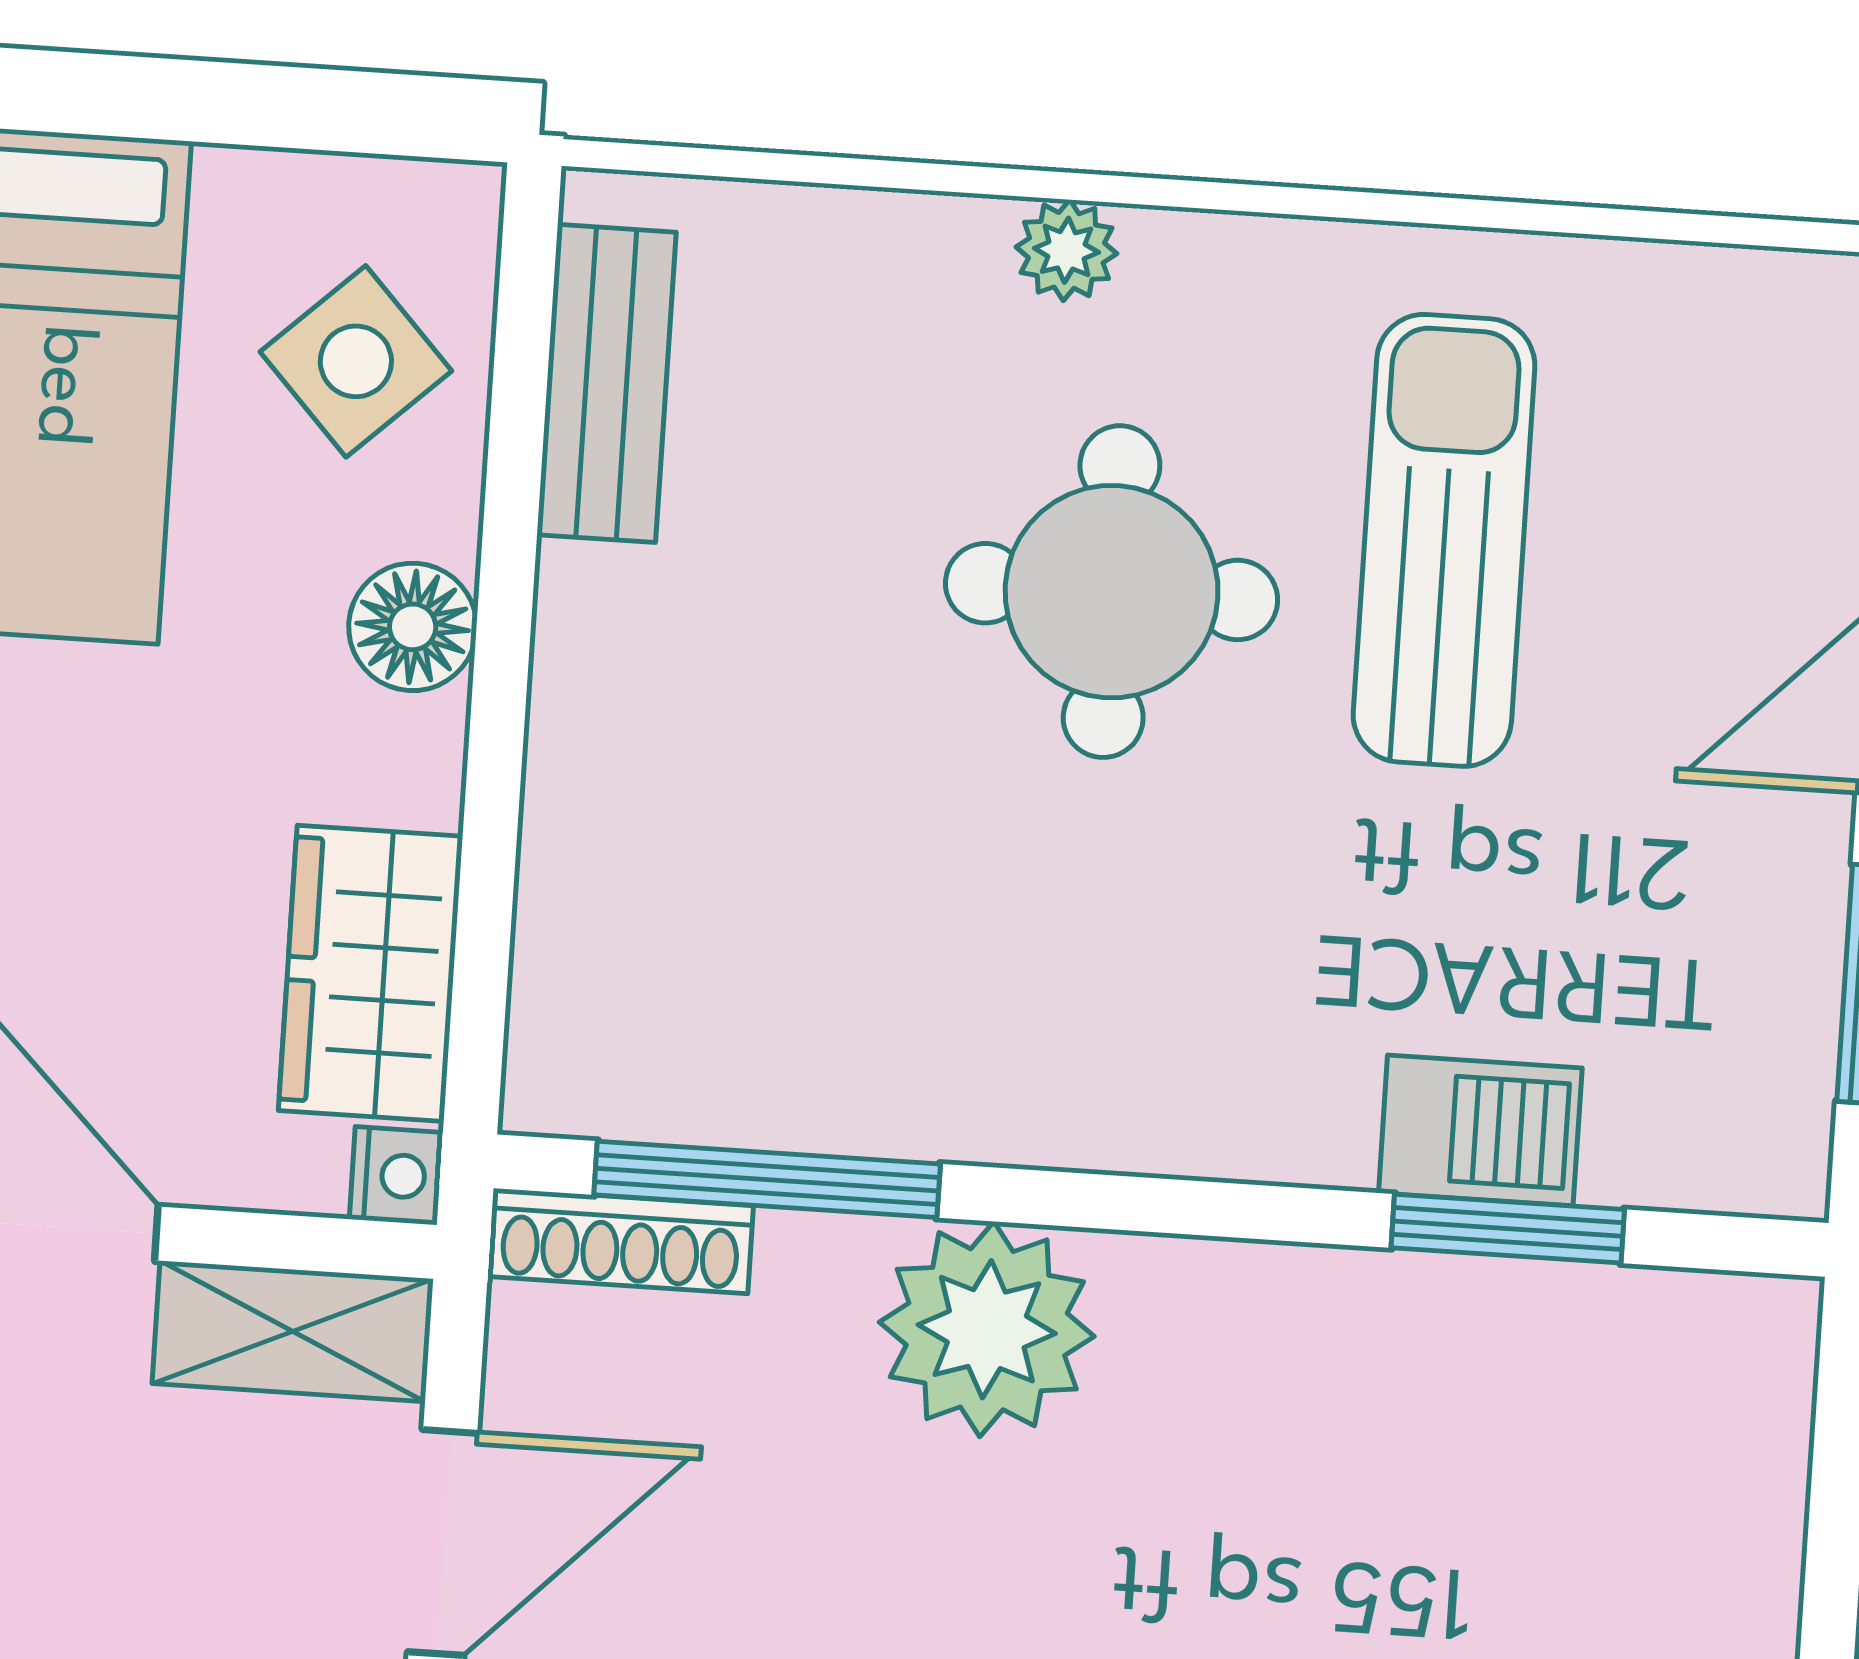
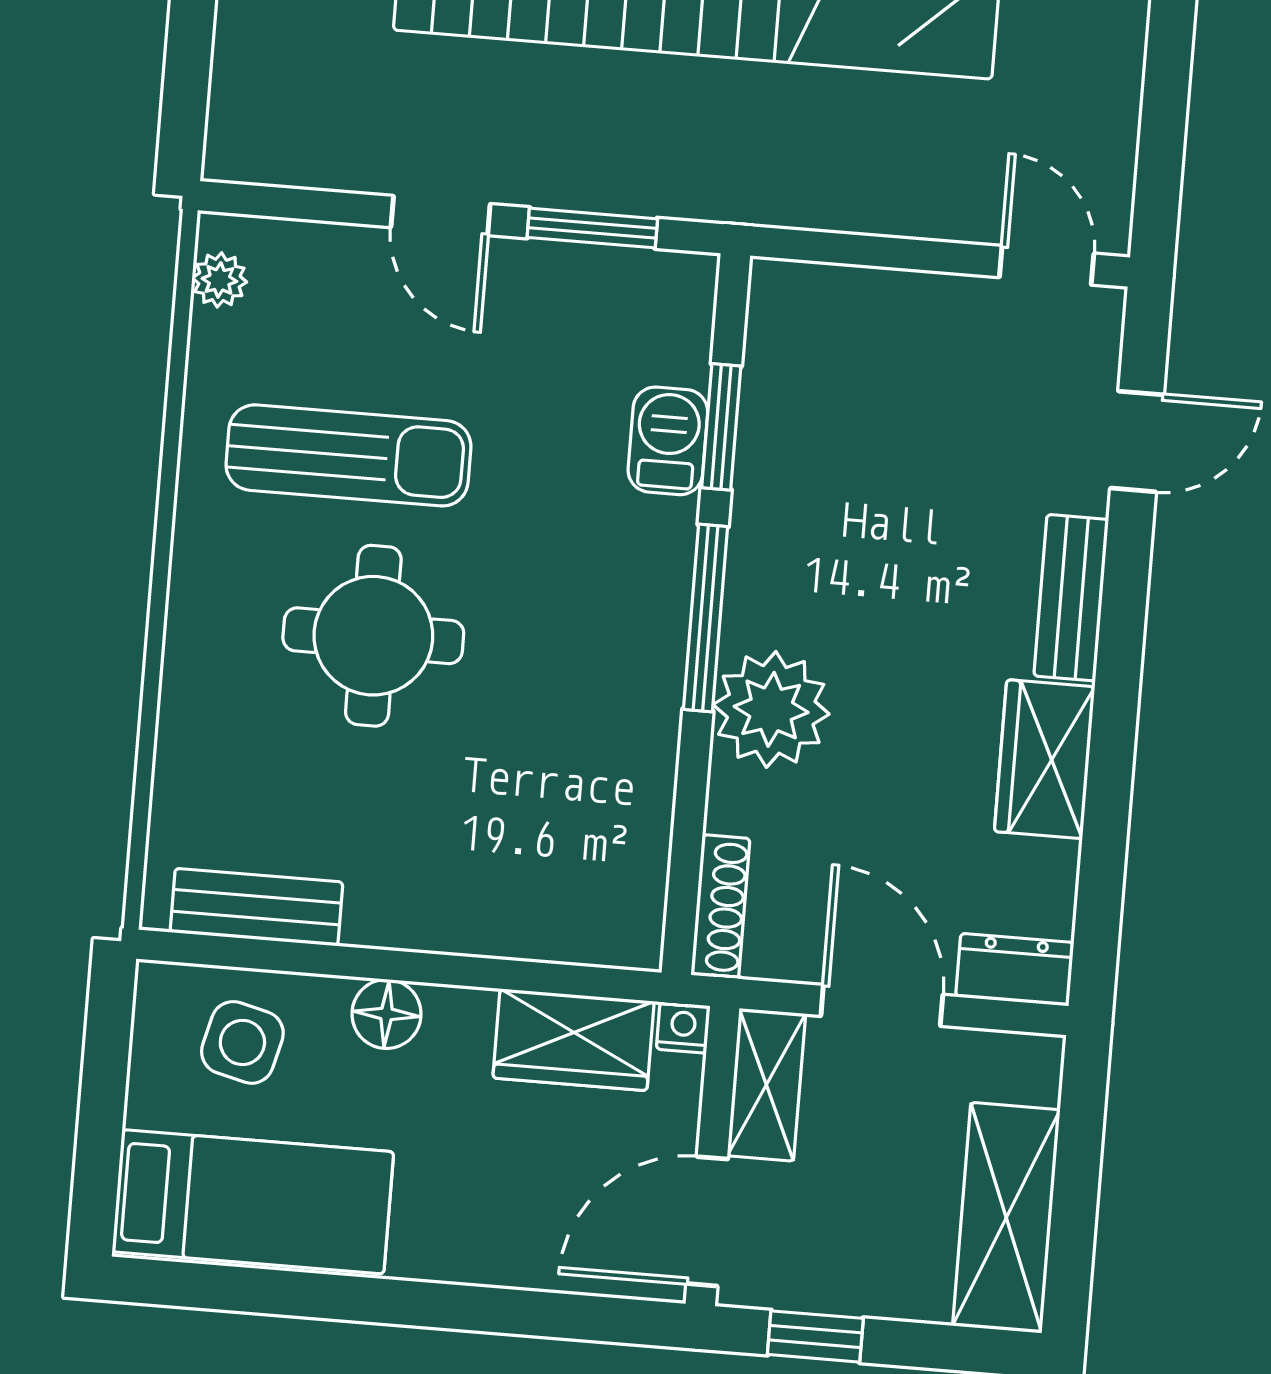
plant: (1066, 250) -> (219, 280), moved
side table: (356, 361) -> (242, 1042), turned -33
sun lounger: (1444, 540) -> (348, 455), turned 180
window: (767, 1179) -> (705, 618), moved

